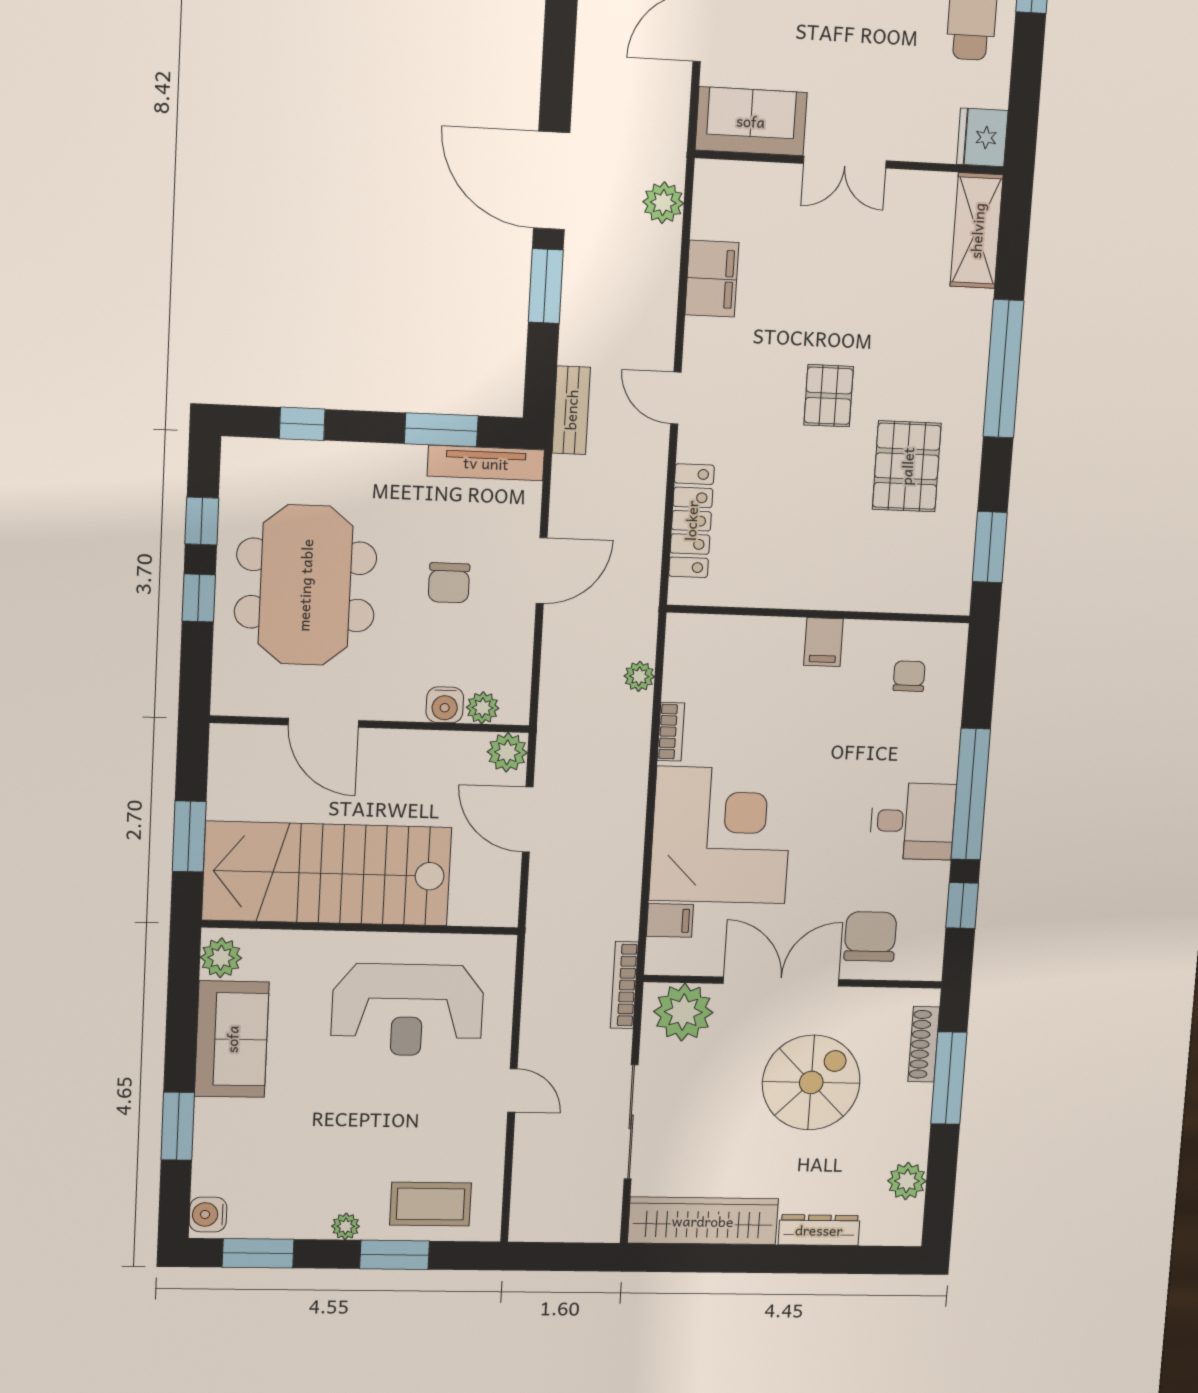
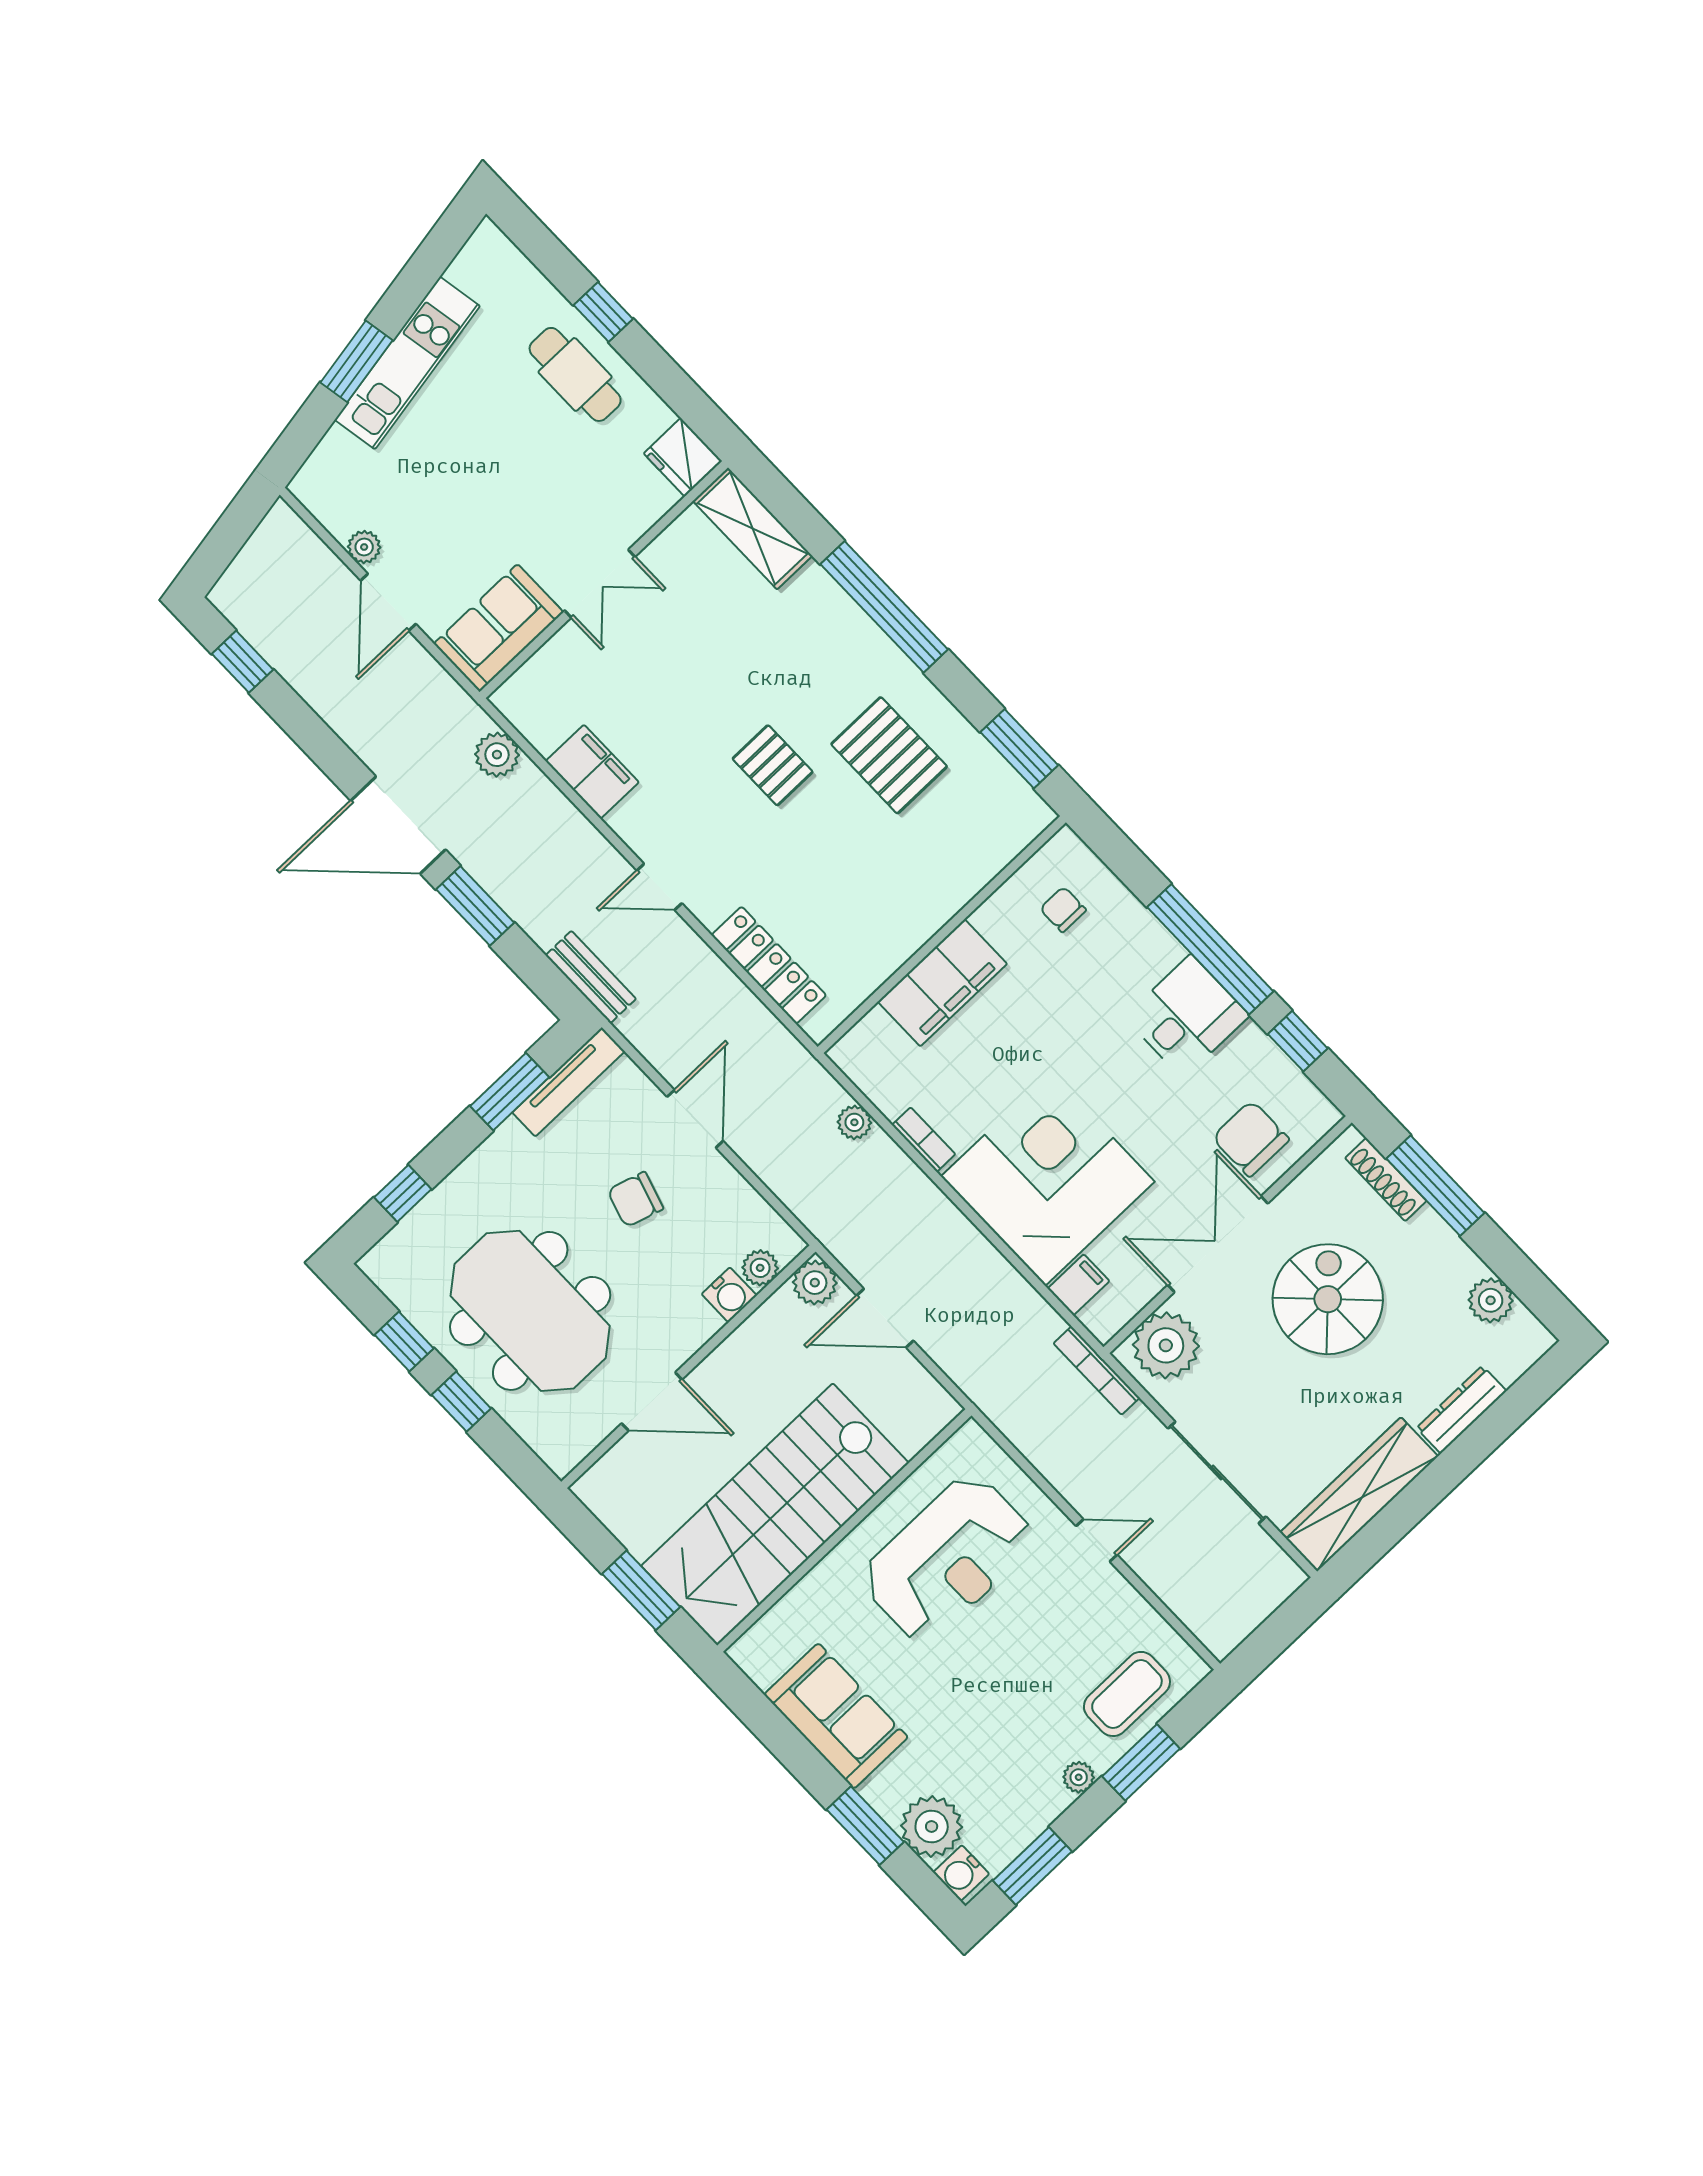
chair: (449, 583) -> (635, 1200), turned 107
filing cabinet: (823, 642) -> (942, 983), width x3.00, depth x1.17
plant: (221, 958) -> (932, 1826), moved, width x1.36, depth x1.36

